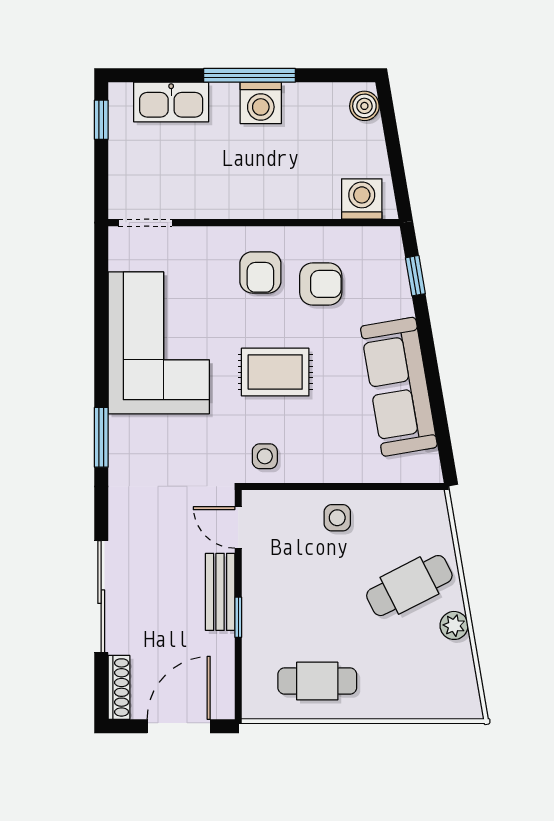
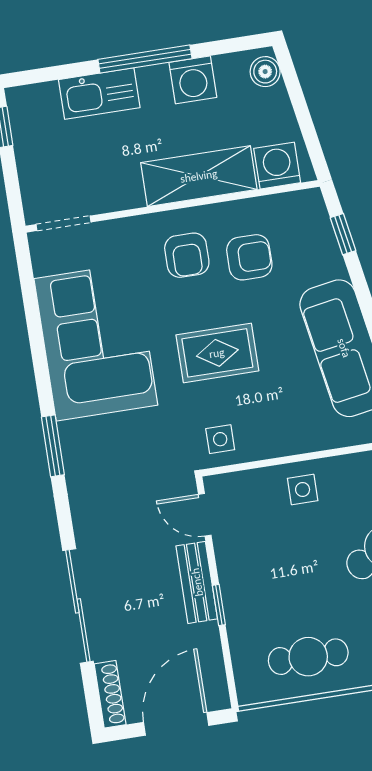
kitchen sink: (171, 102) -> (99, 94), moved
washing machine: (261, 103) -> (193, 80), moved
shelving: (284, 197) -> (199, 176), added

